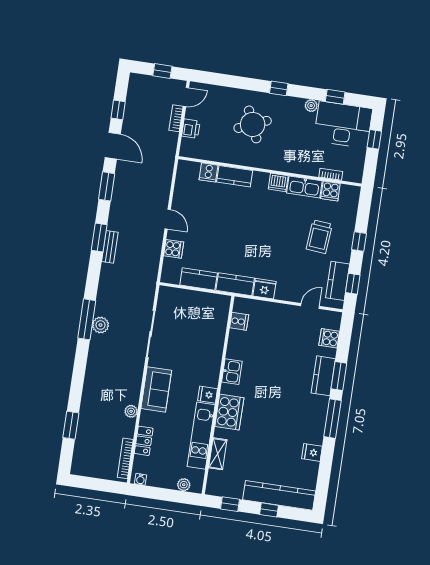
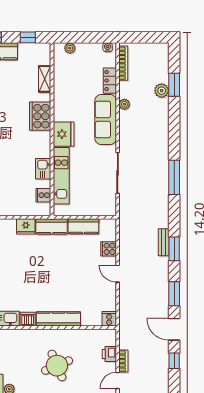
cooker: (209, 172) -> (109, 319), moved
kitchen counter: (235, 176) -> (58, 319), width x1.50
plant: (101, 325) -> (162, 91), moved
kitchen sink: (232, 372) -> (43, 169), moved
sofa: (156, 389) -> (106, 119), width x1.36
fridge: (208, 395) -> (64, 134), width x1.88, depth x1.34
kitchen unit: (201, 436) -> (61, 176), moved

